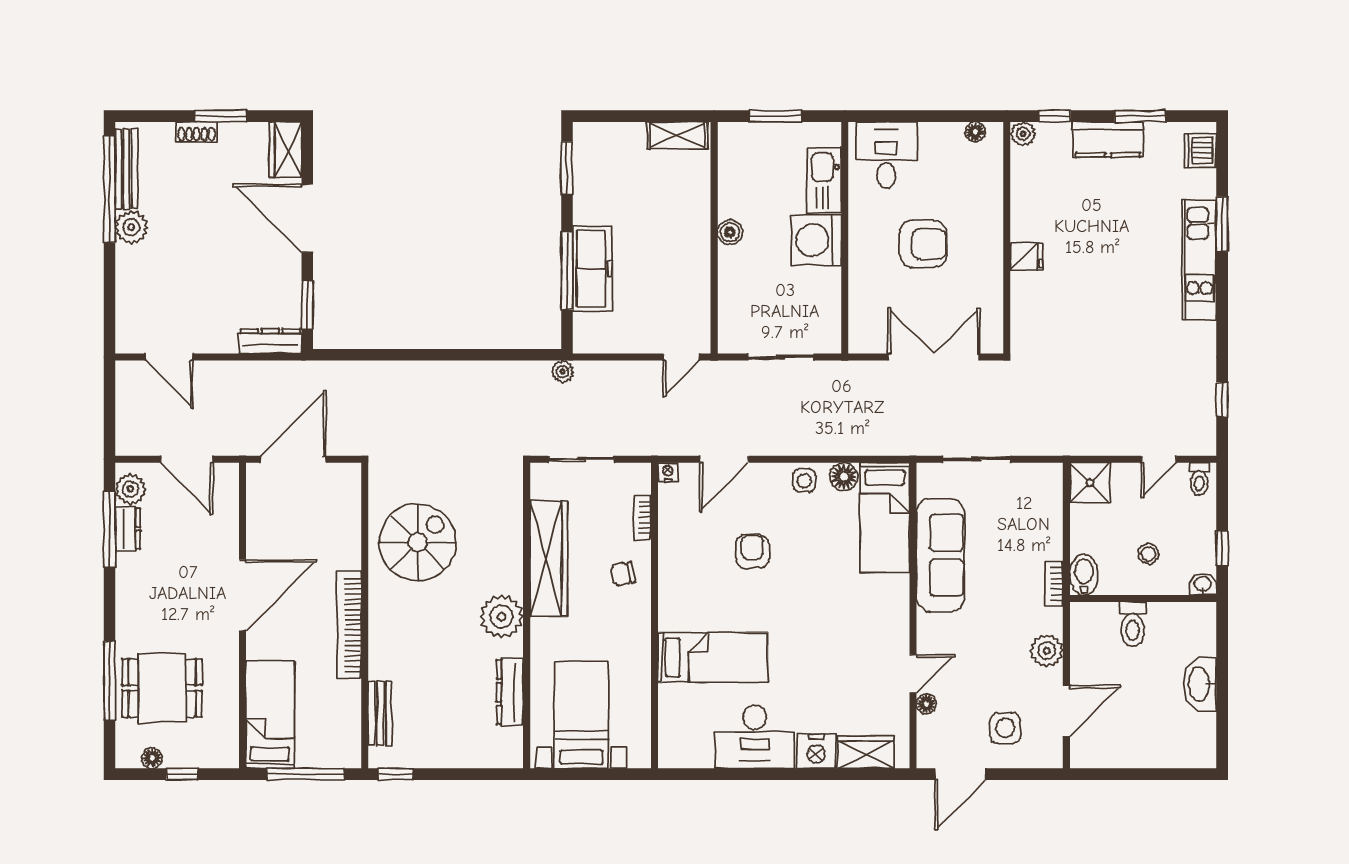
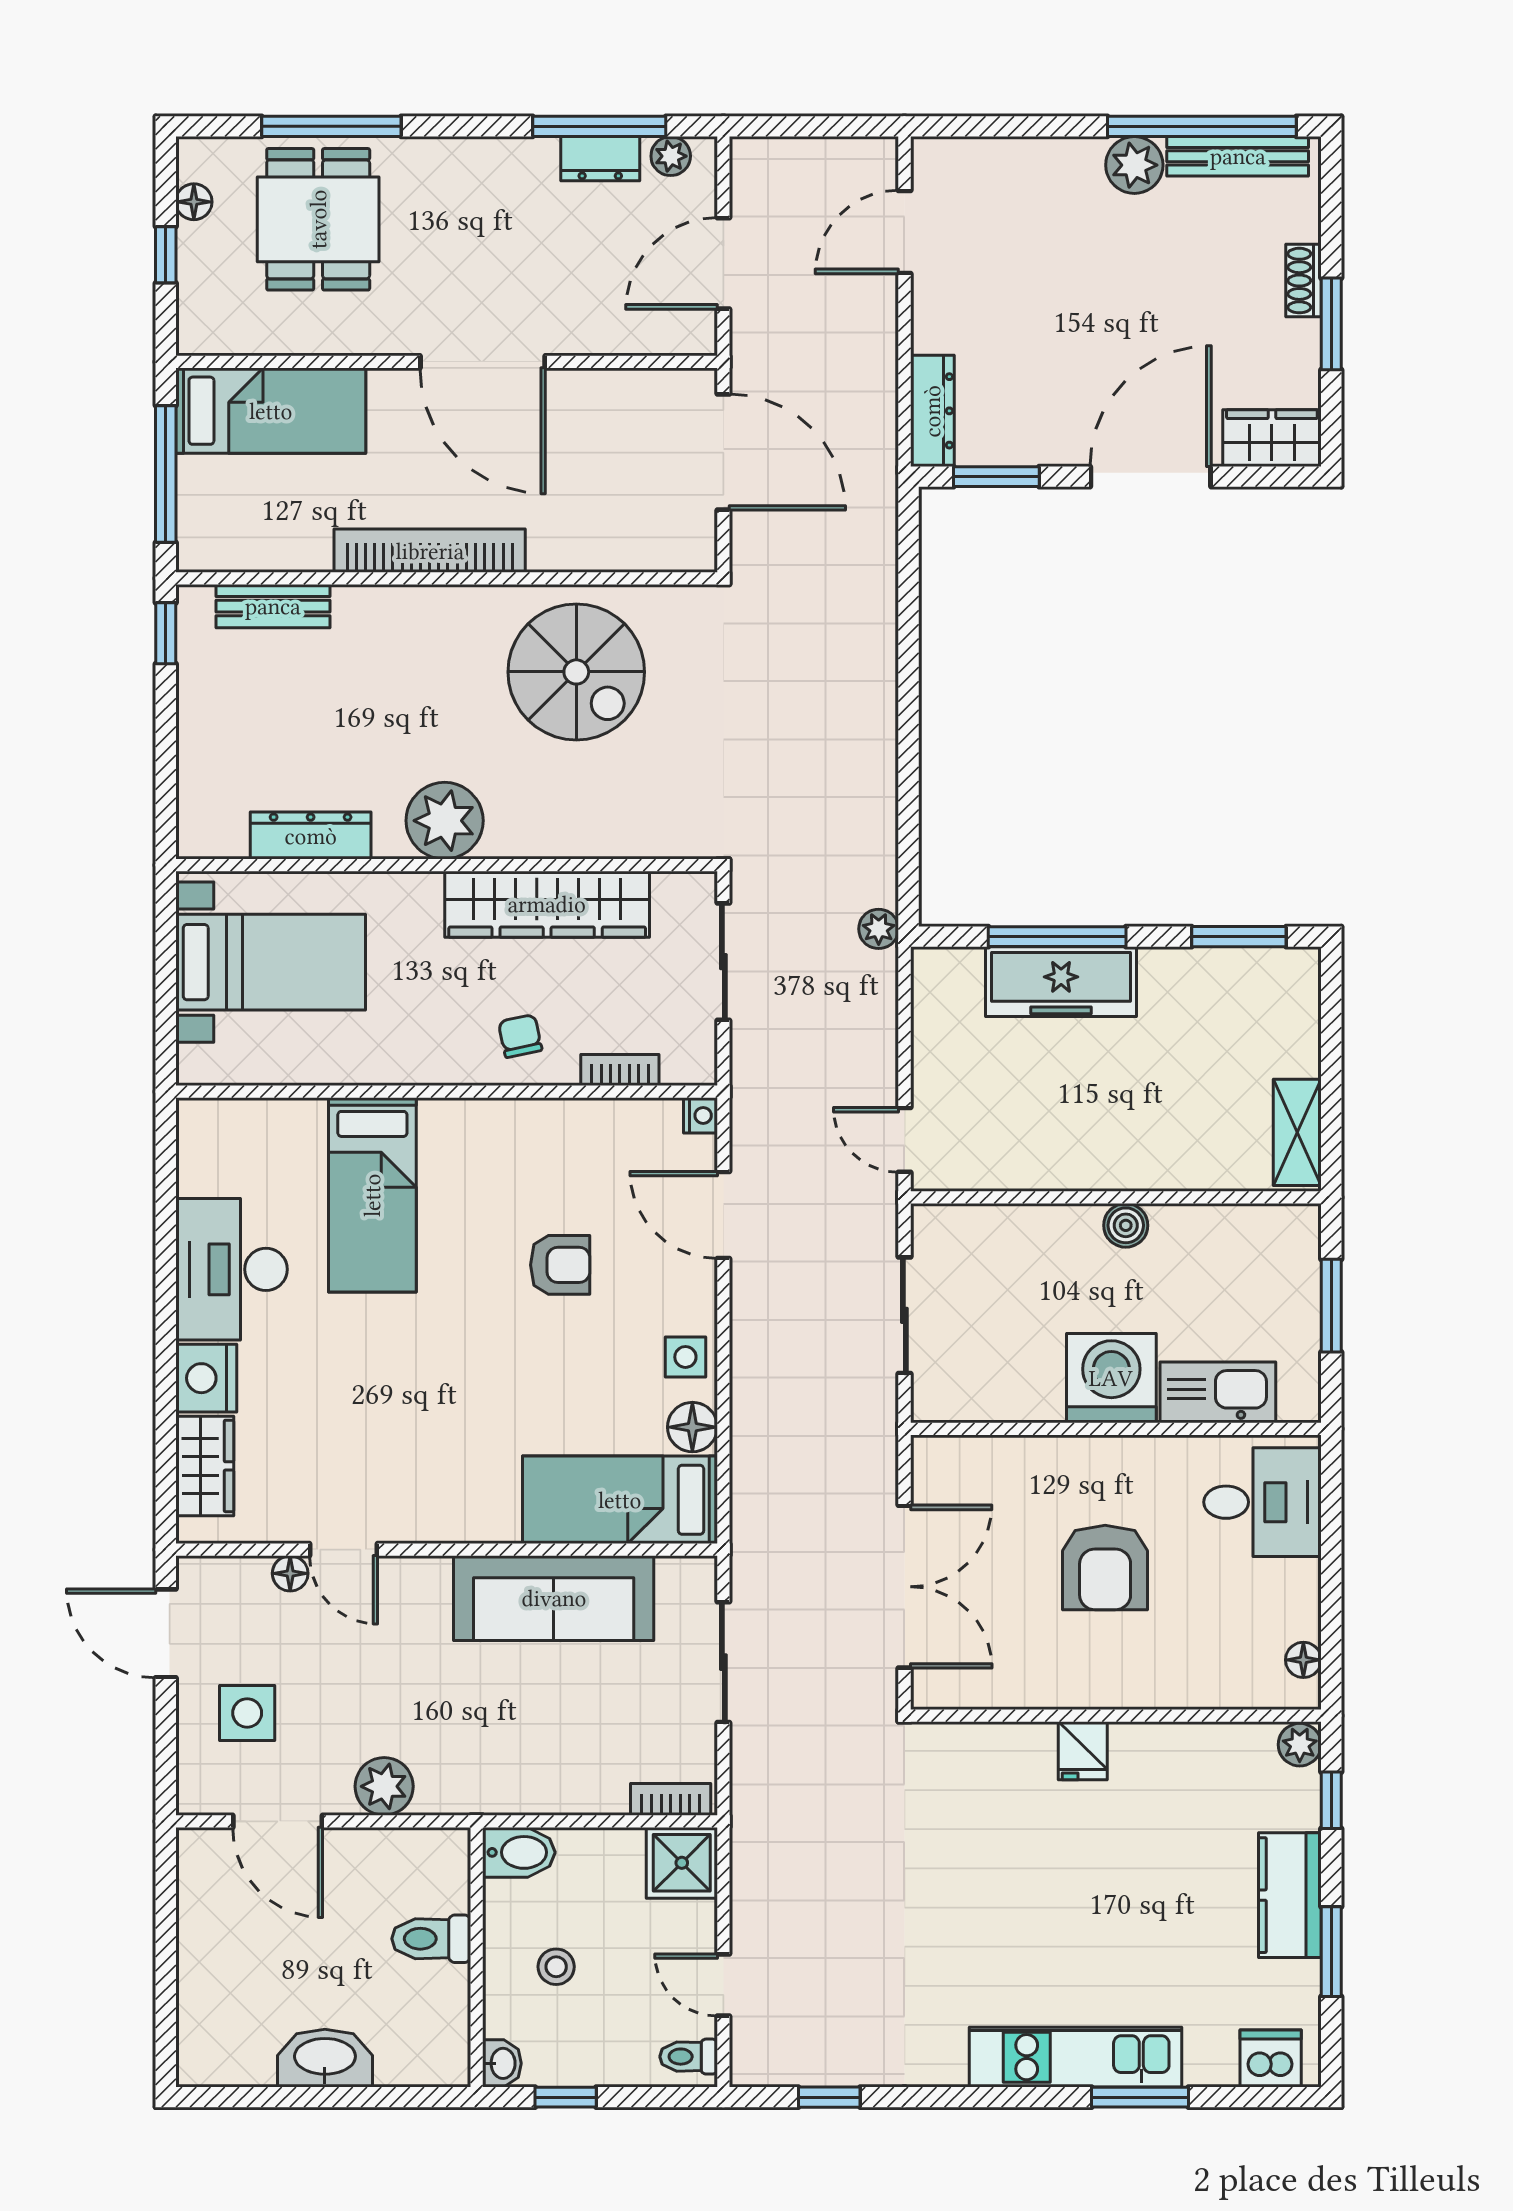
plant: (130, 489) -> (671, 156), width x0.73, depth x0.73
bookcase: (1054, 584) -> (671, 1799), moved

